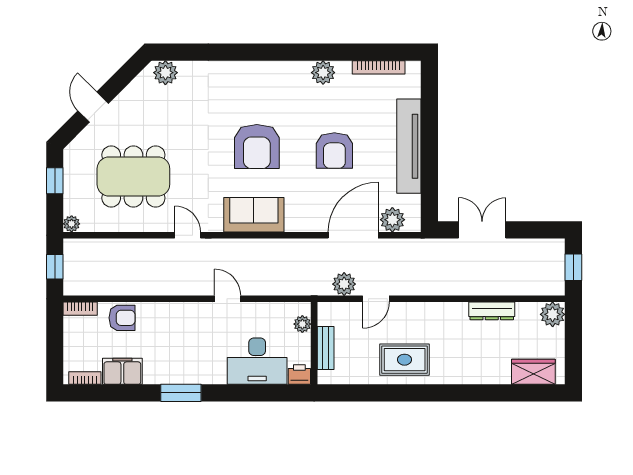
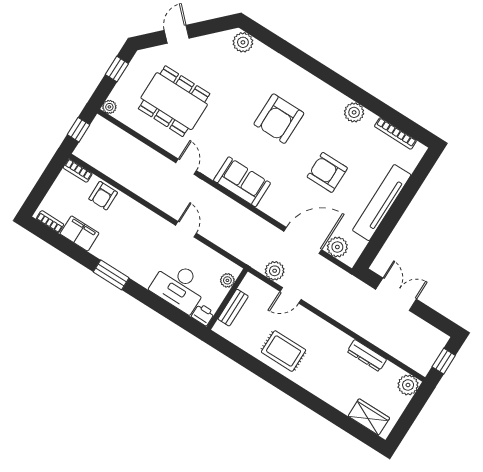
armchair: (257, 147) -> (279, 119), moved
armchair: (334, 151) -> (327, 172), turned 90
armchair: (122, 318) -> (103, 196), turned 90

